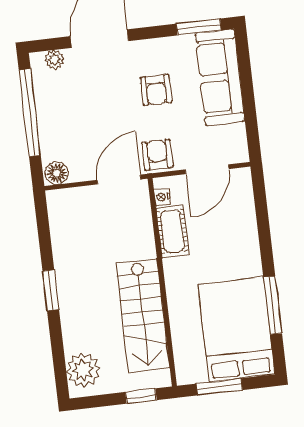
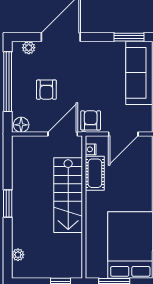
armchair: (156, 90) -> (46, 90), moved
stairs: (143, 315) -> (68, 195), moved
plant: (83, 370) -> (18, 255), width x0.53, depth x0.53

